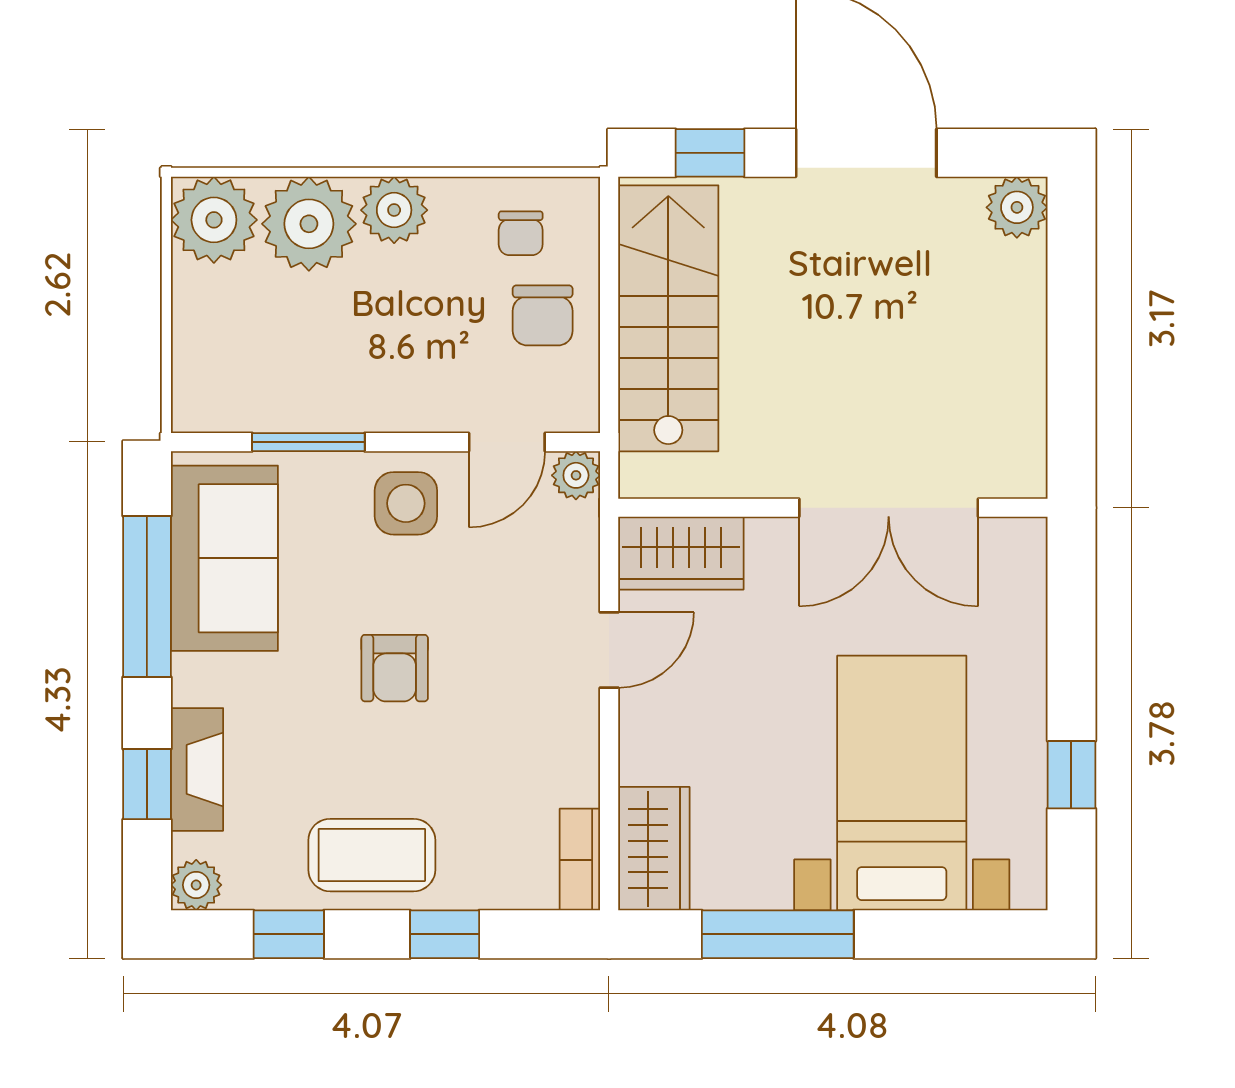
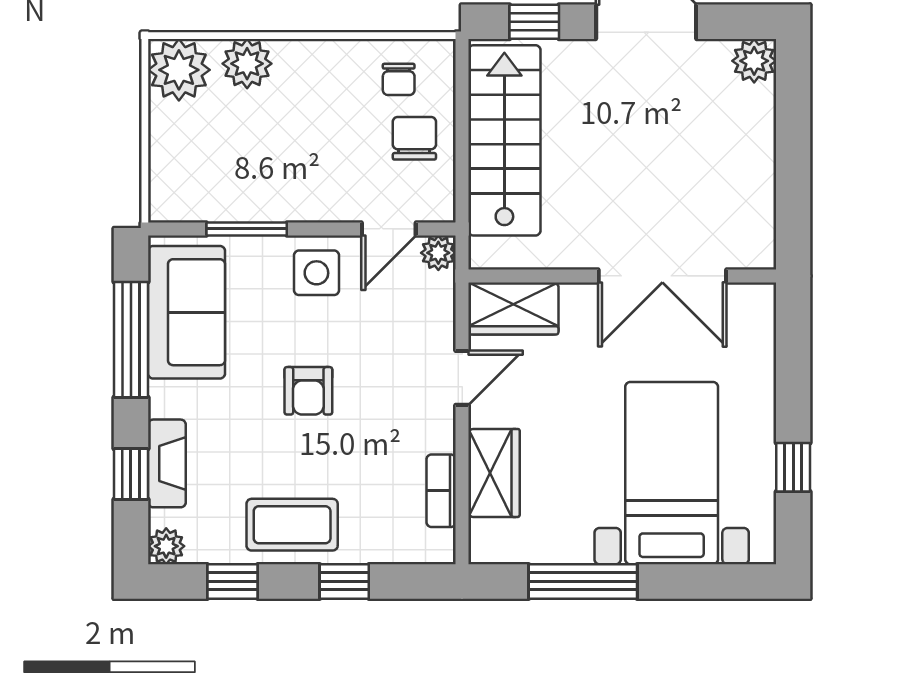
plant: (394, 210) -> (308, 63), removed
plant: (309, 224) -> (247, 64), width x0.73, depth x0.73
chair: (543, 315) -> (414, 138), turned 180
wardrobe: (654, 849) -> (494, 473), moved
bookcase: (580, 860) -> (441, 491), moved

